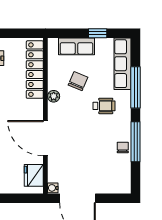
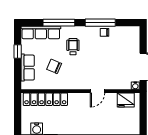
plant: (54, 96) -> (66, 85), removed
door: (45, 138) -> (97, 91), width x0.53

